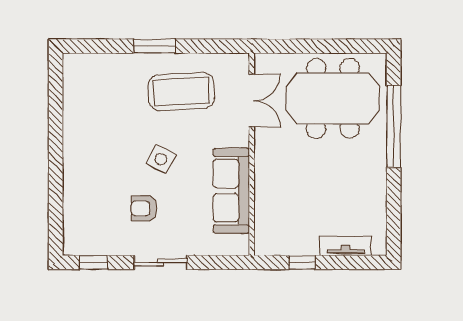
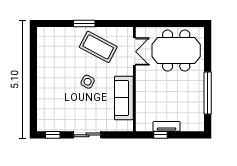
coffee table: (181, 91) -> (98, 47), turned 31
window: (394, 126) -> (208, 93), moved
armchair: (144, 209) -> (79, 107), removed
tv unit: (346, 246) -> (167, 126), moved

